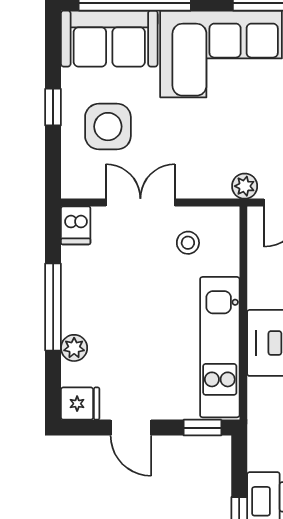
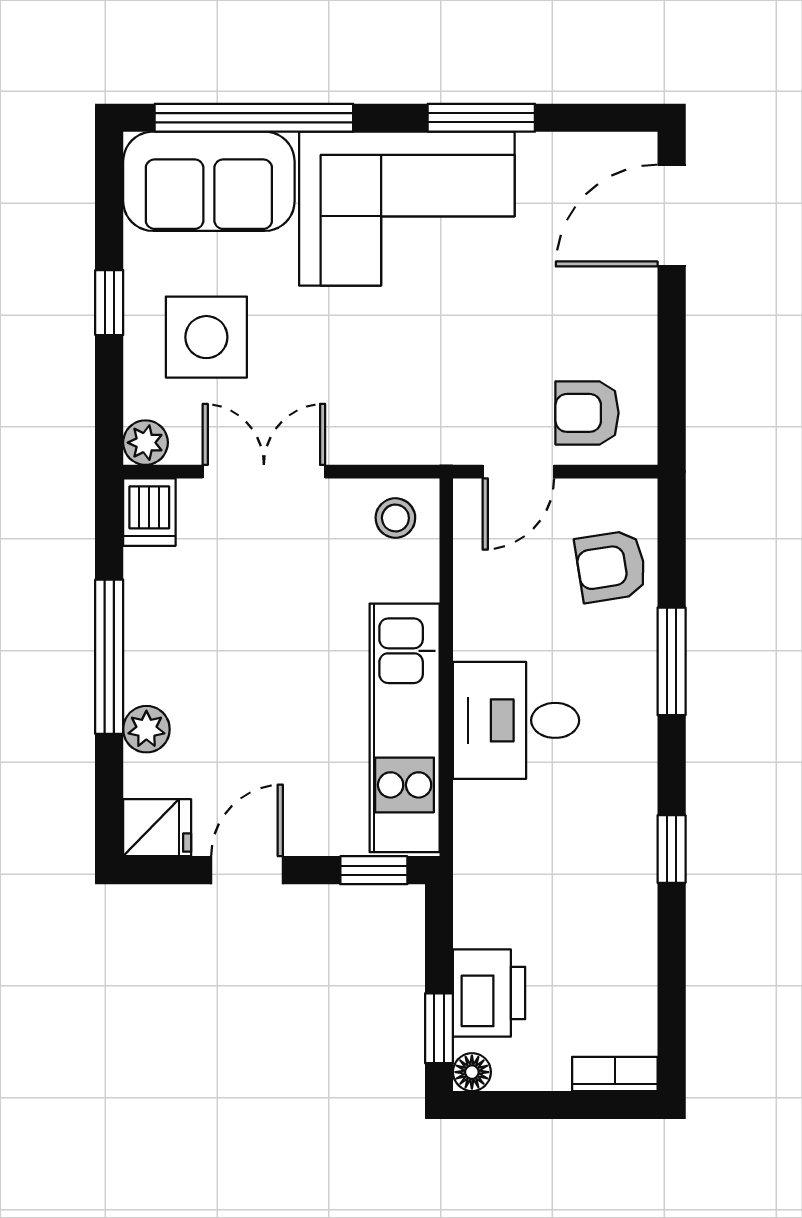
plant: (245, 186) -> (145, 443), moved
stool: (188, 243) -> (395, 518), moved
door: (131, 428) -> (247, 870), swing flipped

